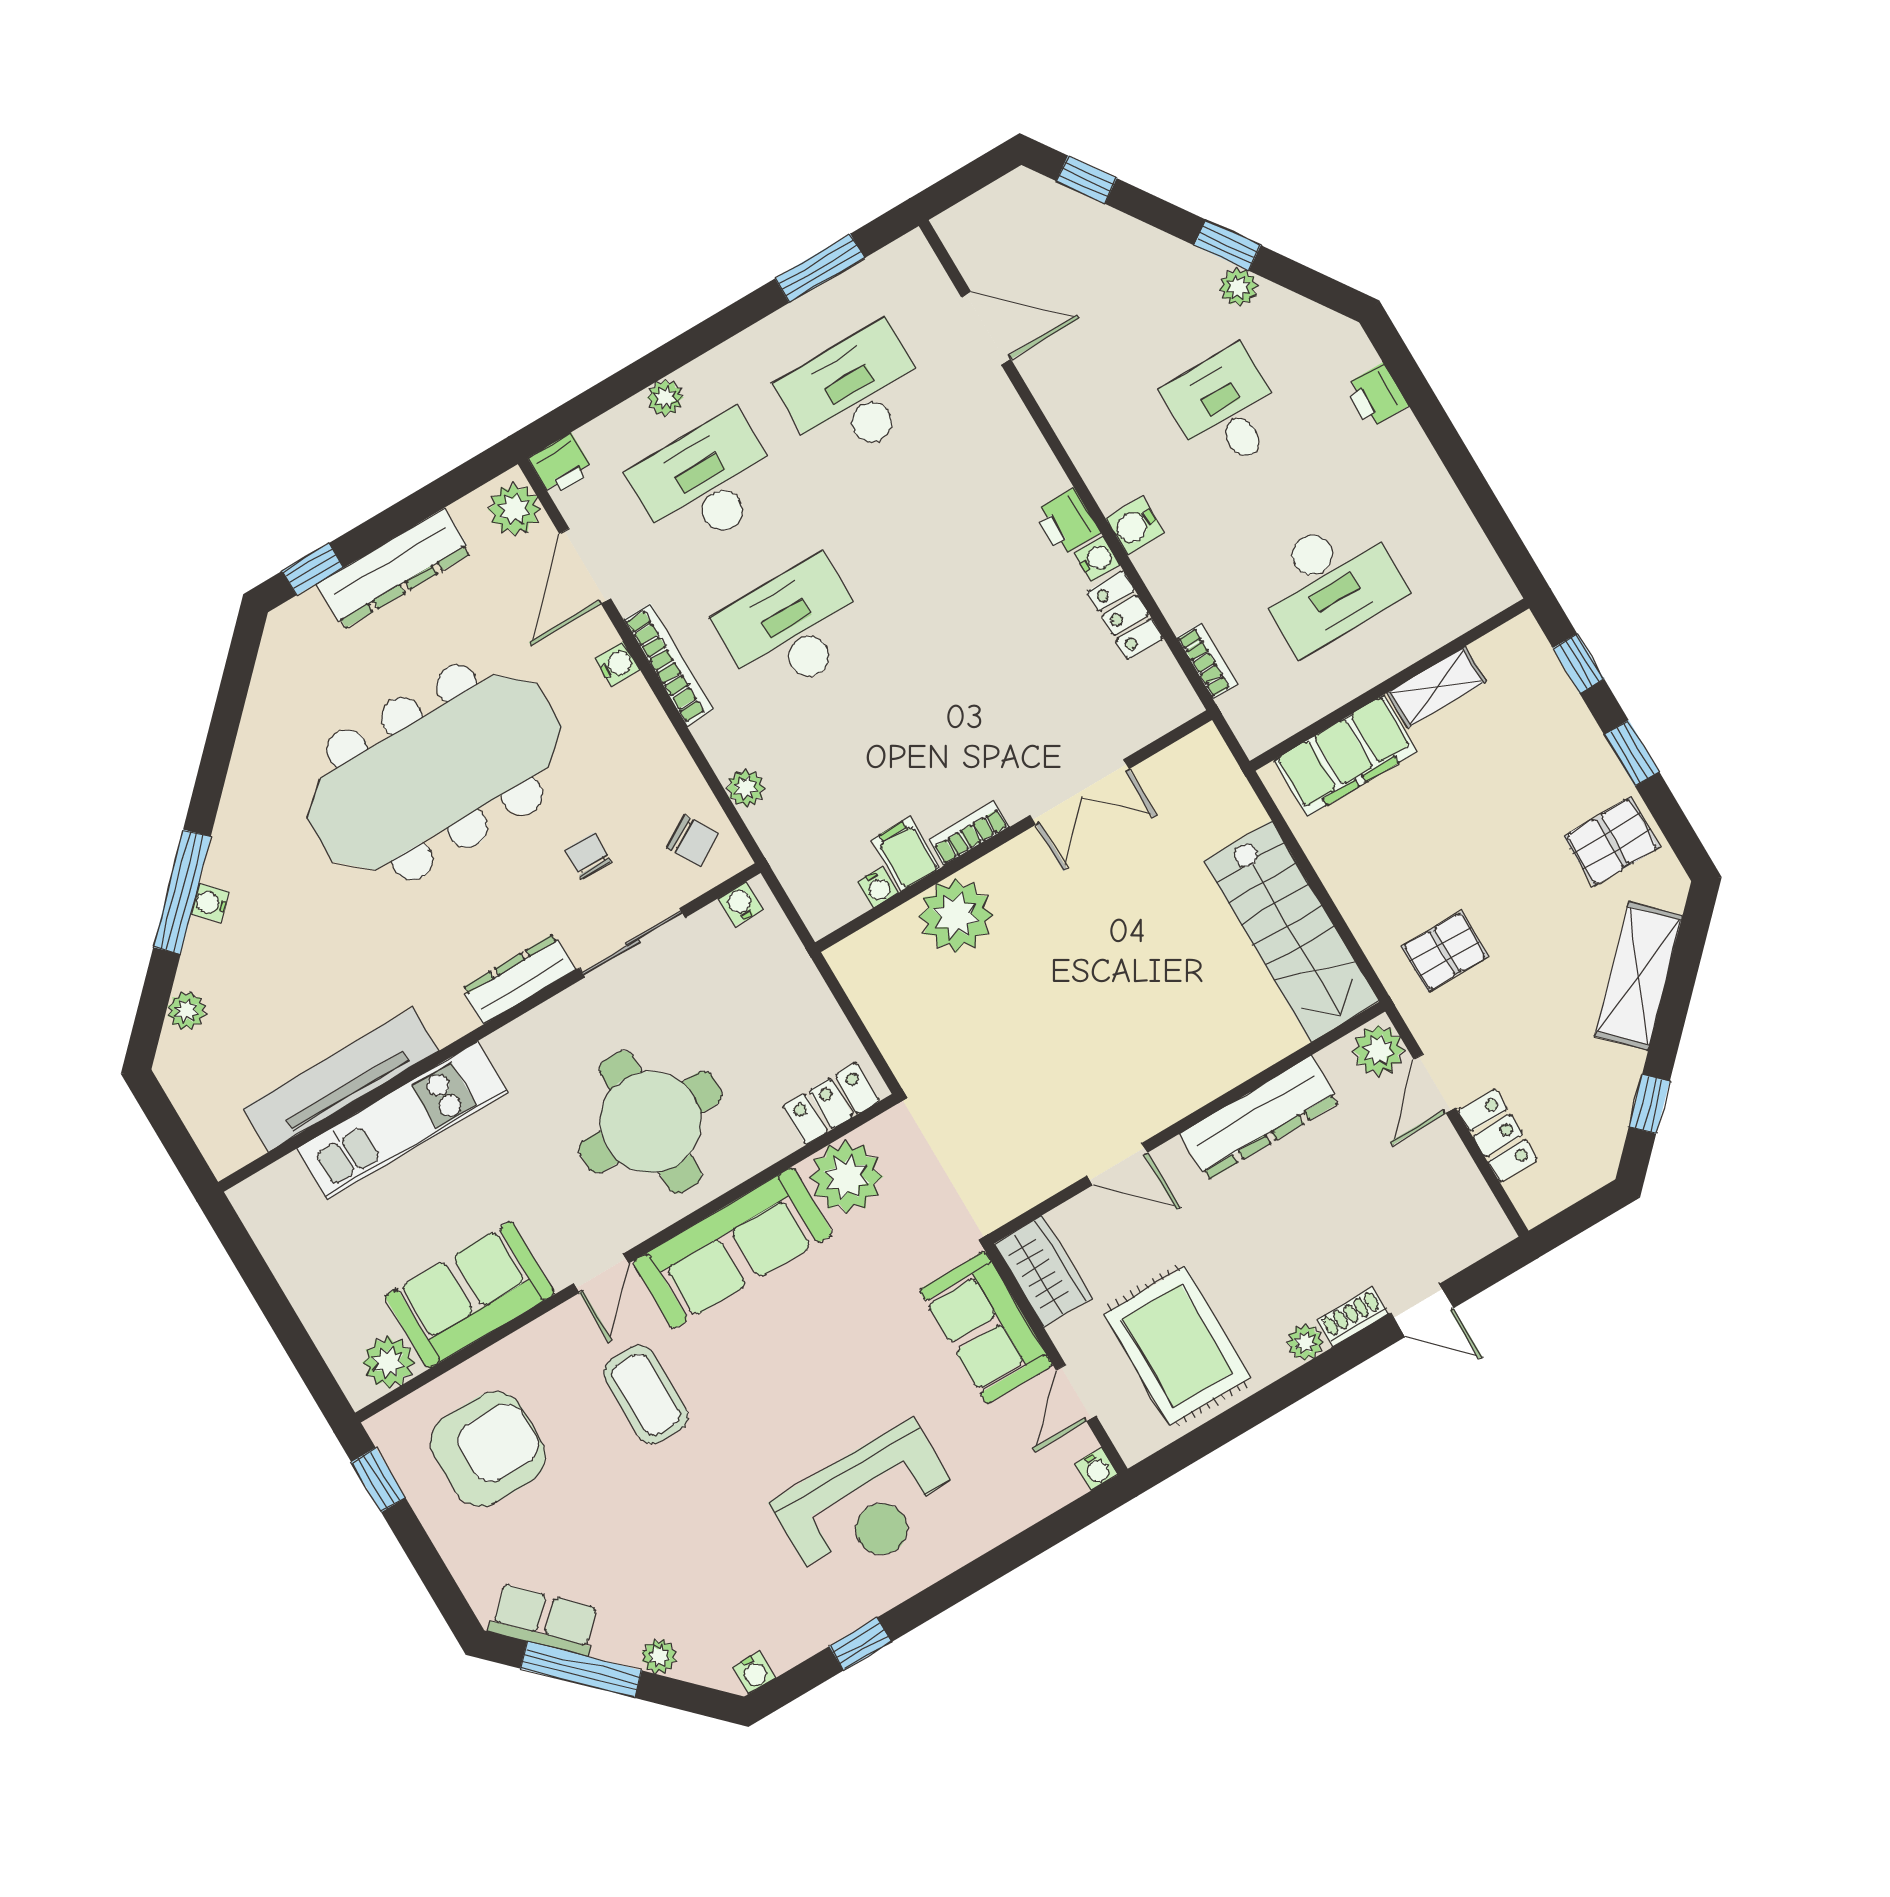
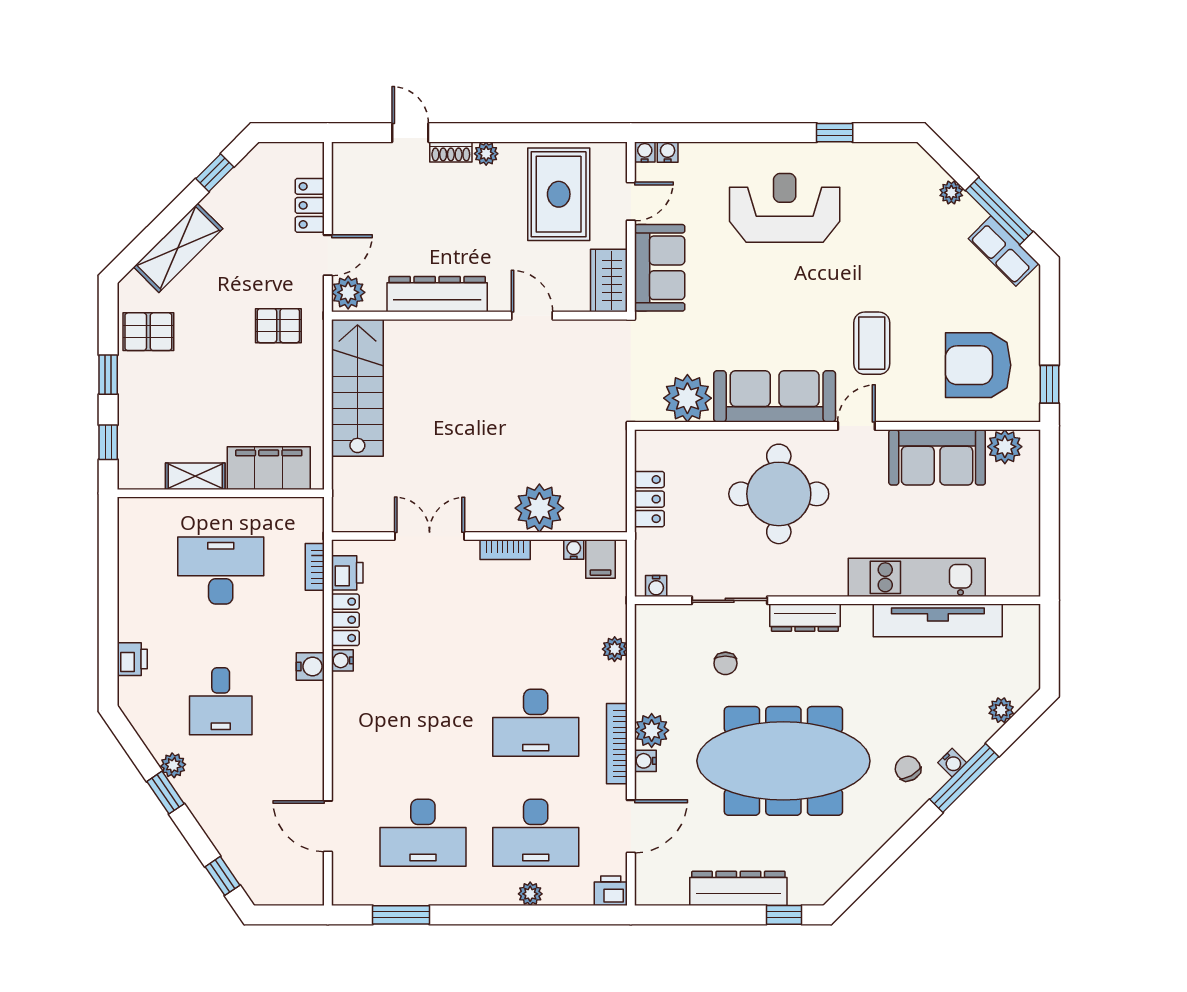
plant: (514, 509) -> (652, 730), moved
printer: (1067, 522) -> (347, 573), moved
chair: (693, 841) -> (908, 769), moved
filing cabinet: (906, 854) -> (600, 559), moved
locker: (831, 1104) -> (649, 499), moved, turned -90
water cooler: (754, 1672) -> (668, 152), moved

